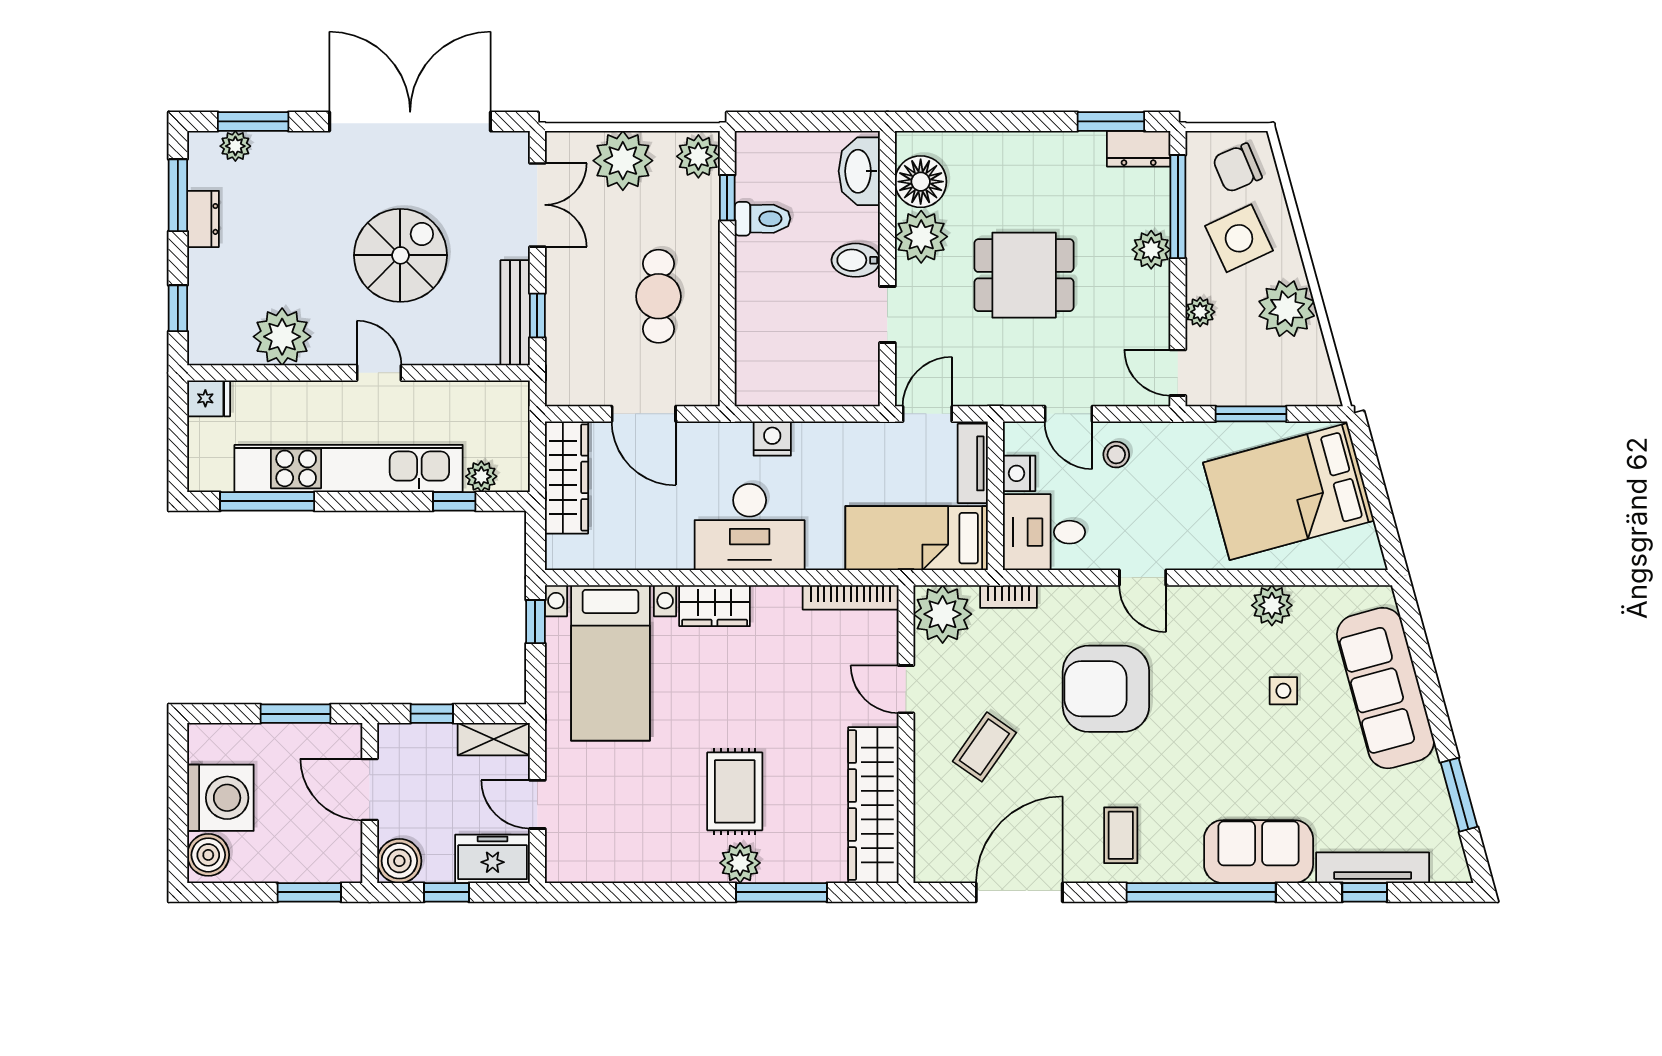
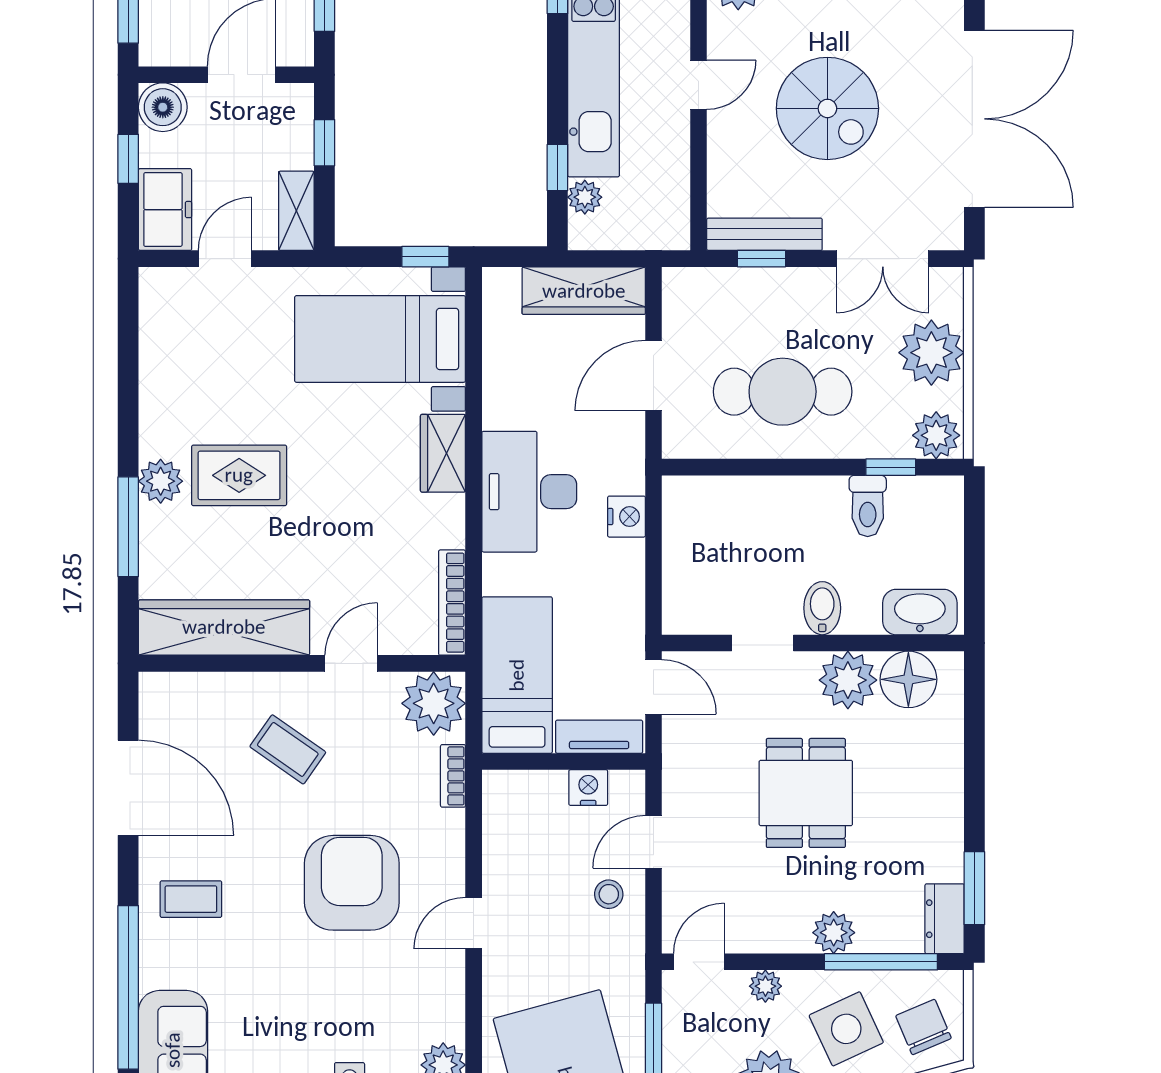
cafe table: (658, 296) -> (783, 392), width x1.37, depth x1.35
desk: (1044, 532) -> (524, 815), removed

